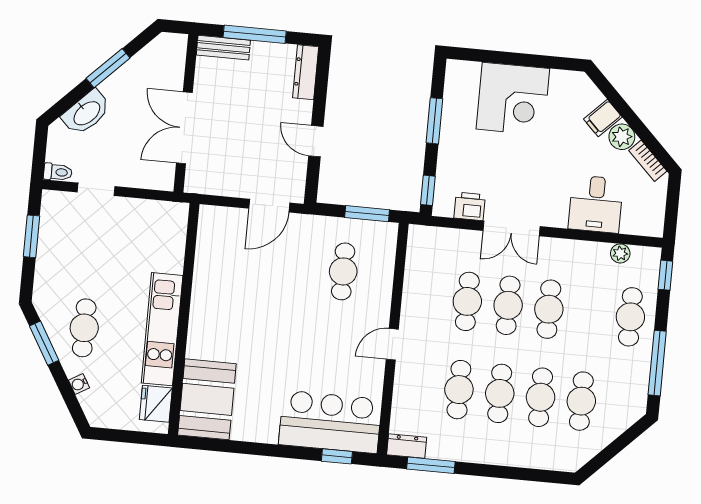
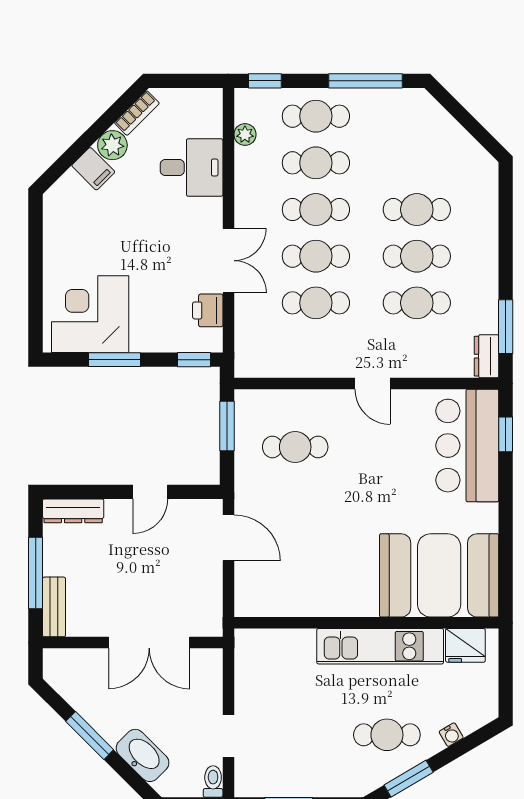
corner desk: (513, 99) -> (90, 314), moved, turned -90
booth: (207, 399) -> (439, 575), width x1.36, depth x1.42
cafe table: (581, 401) -> (316, 163), moved

